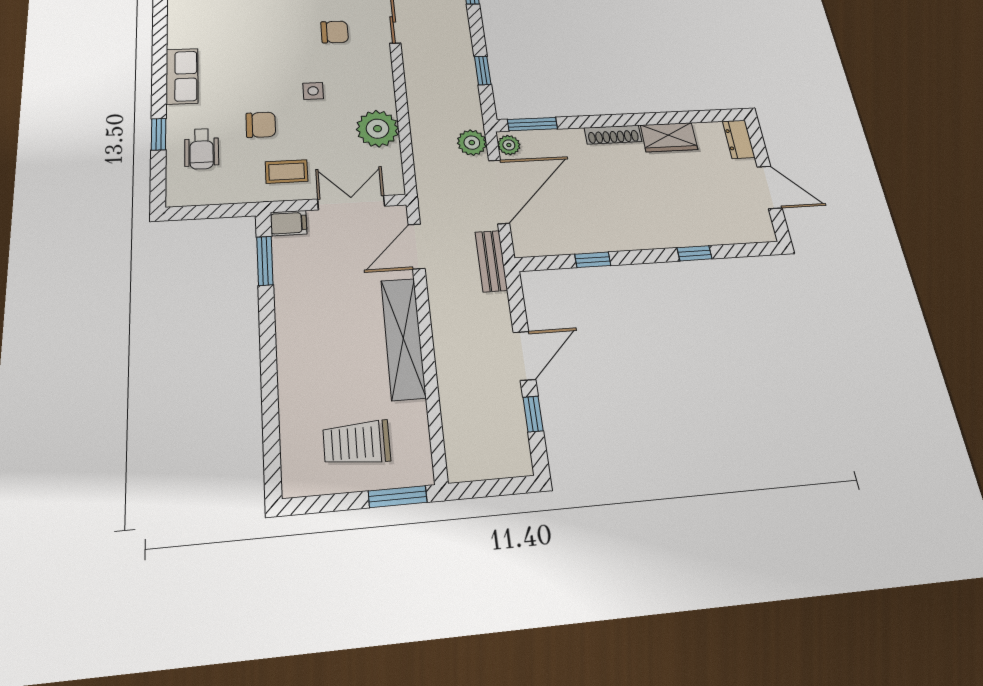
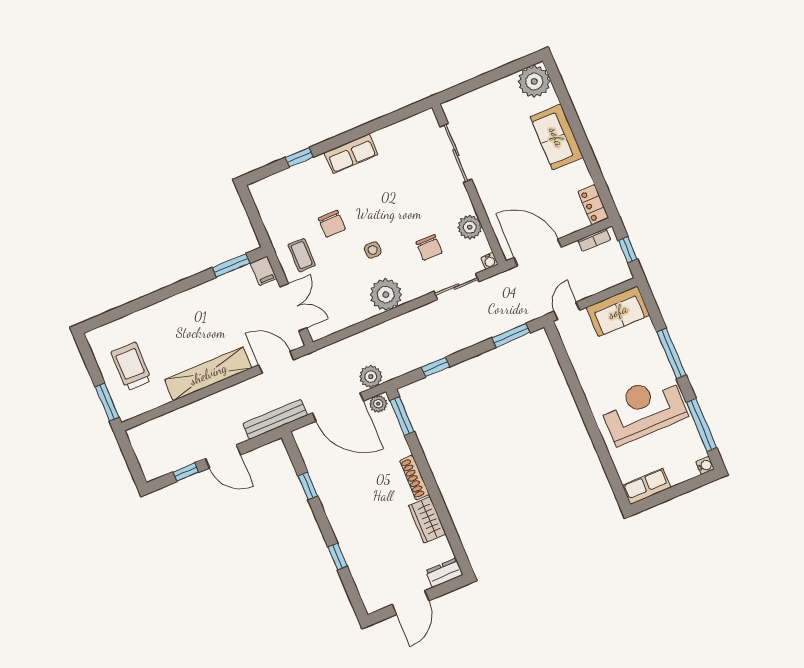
plant: (378, 129) -> (386, 295), moved
wheelchair: (202, 149) -> (298, 191), removed
bench: (491, 261) -> (275, 419), width x1.36

